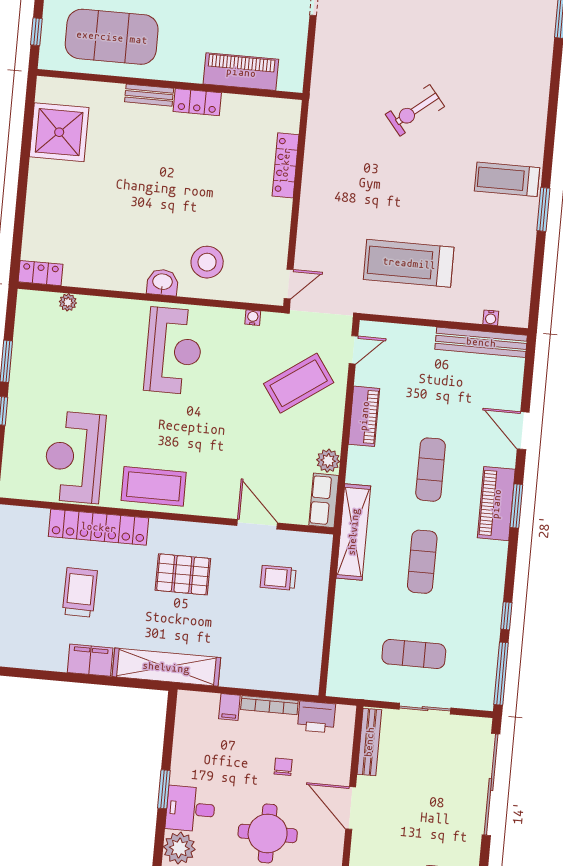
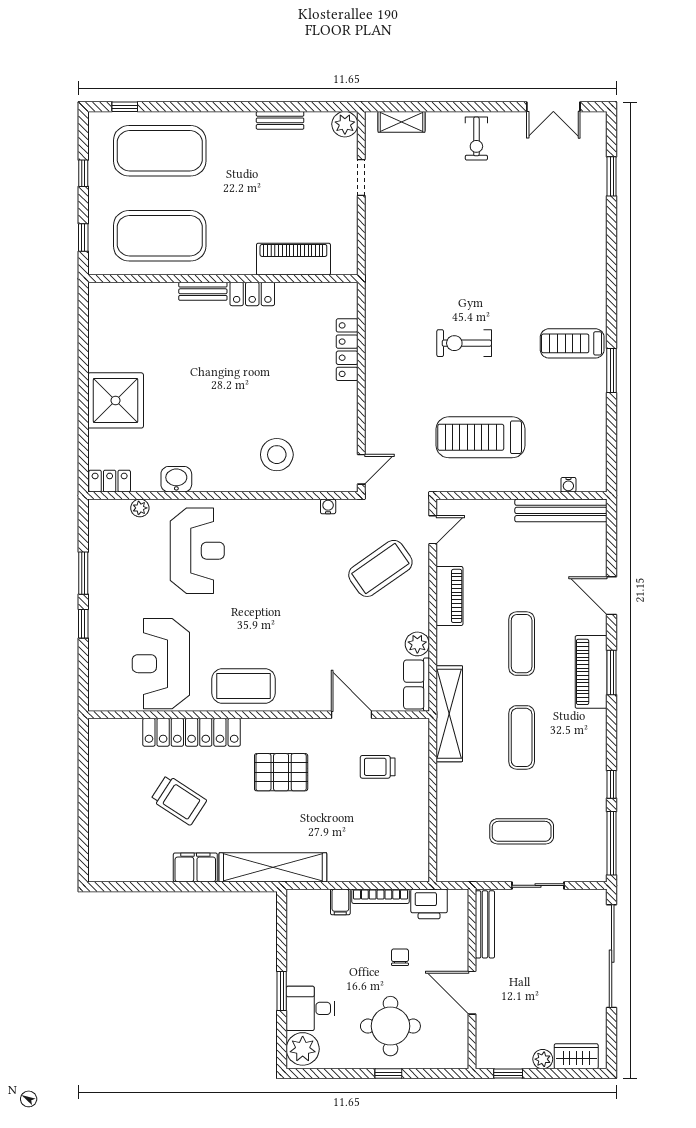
exercise bike: (415, 110) -> (464, 343), moved, turned 39
shower: (59, 132) -> (116, 400), moved
washbasin: (162, 282) -> (176, 479), moved
reception desk: (174, 351) -> (197, 551), moved
trolley: (80, 593) -> (179, 800), turned 122

